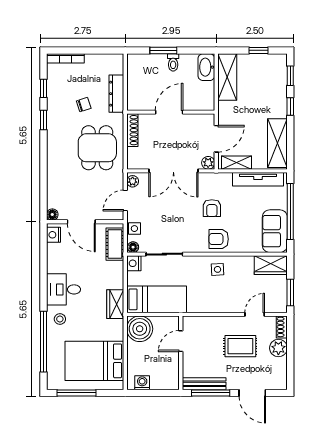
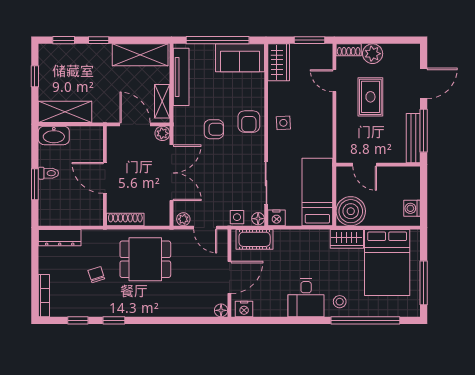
dresser: (116, 94) -> (60, 238), moved
wardrobe: (115, 304) -> (347, 239), moved

